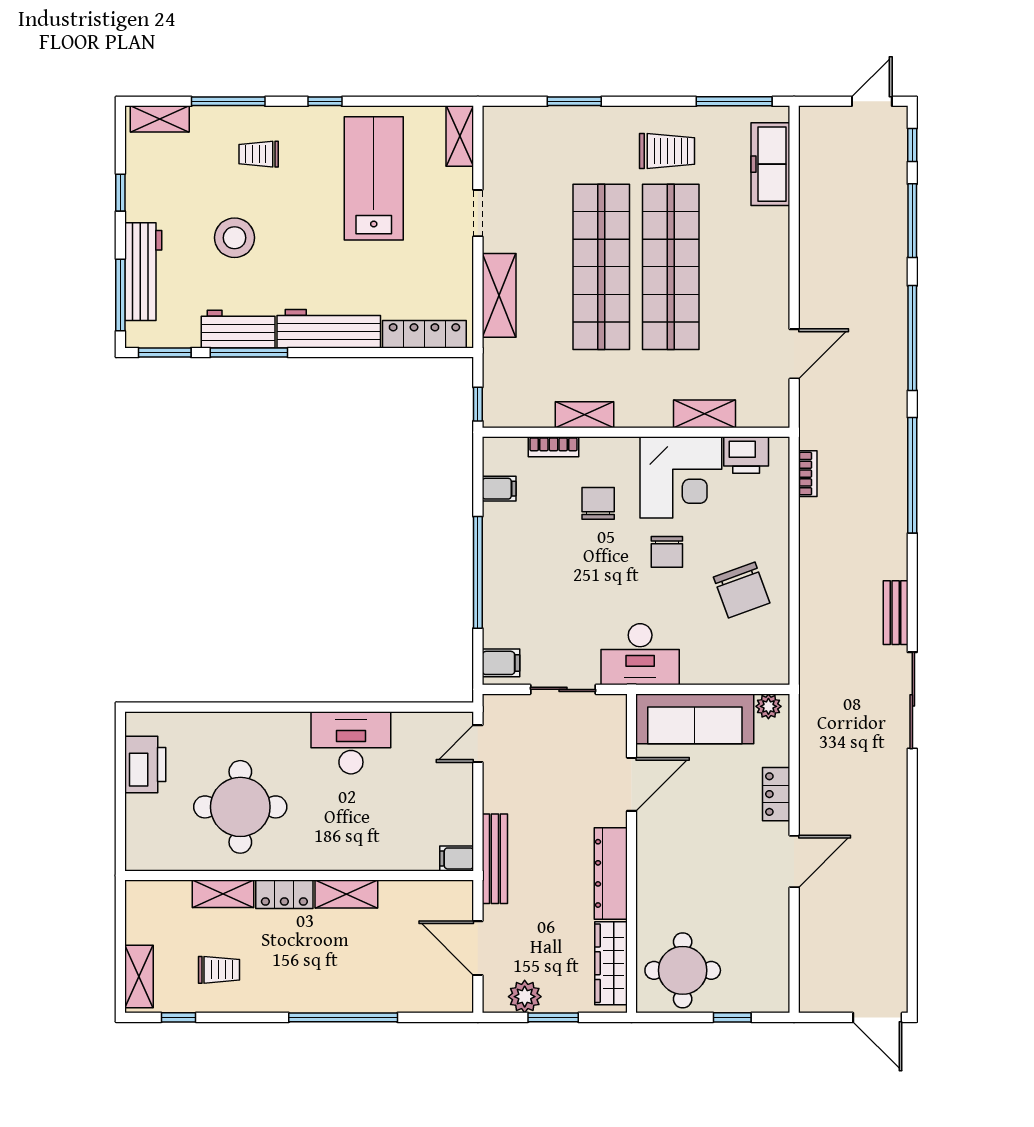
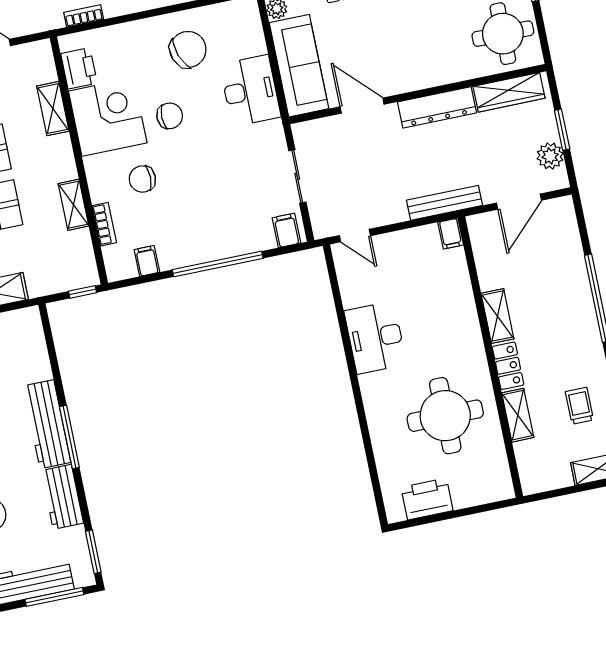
locker: (424, 334) -> (35, 346), removed
window: (249, 352) -> (69, 437), moved
desk: (640, 654) -> (250, 91), moved

